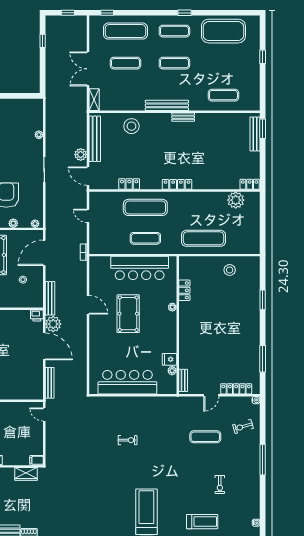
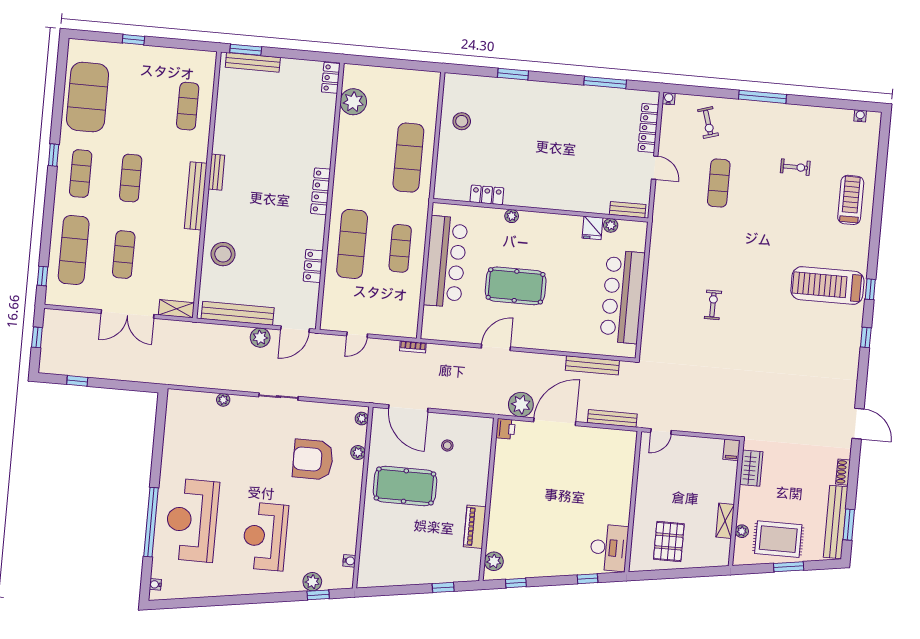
bench: (50, 298) -> (592, 365), moved

